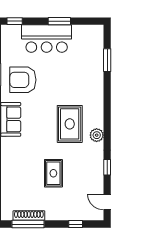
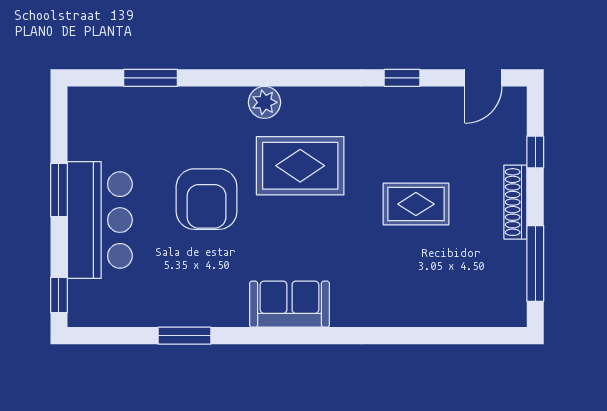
armchair: (23, 80) -> (207, 199), moved
plant: (97, 135) -> (265, 102), moved
shoe rack: (29, 216) -> (515, 202), moved

